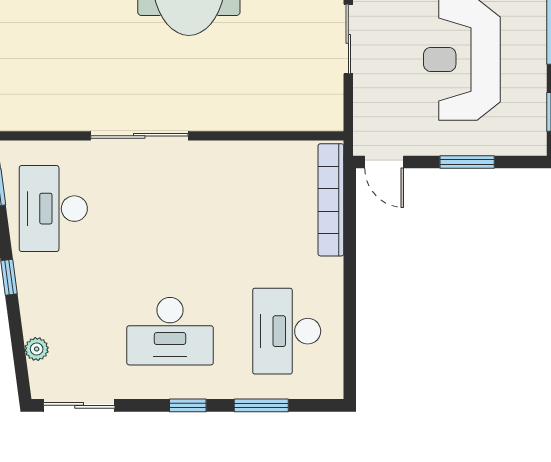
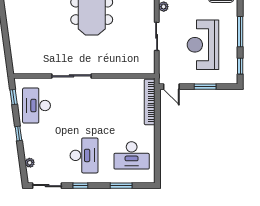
desk: (170, 331) -> (84, 155), turned -90
desk: (287, 331) -> (132, 155), turned -90
window: (188, 405) -> (80, 186), moved

